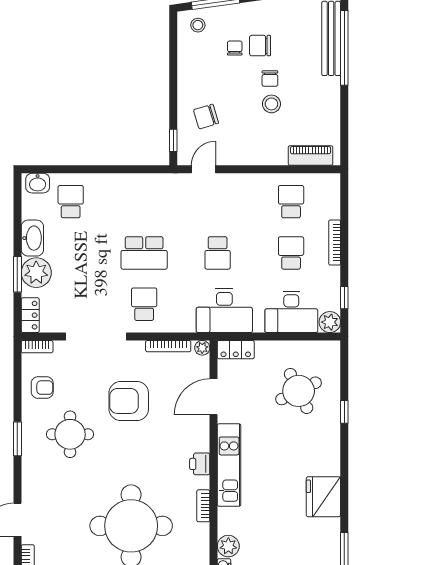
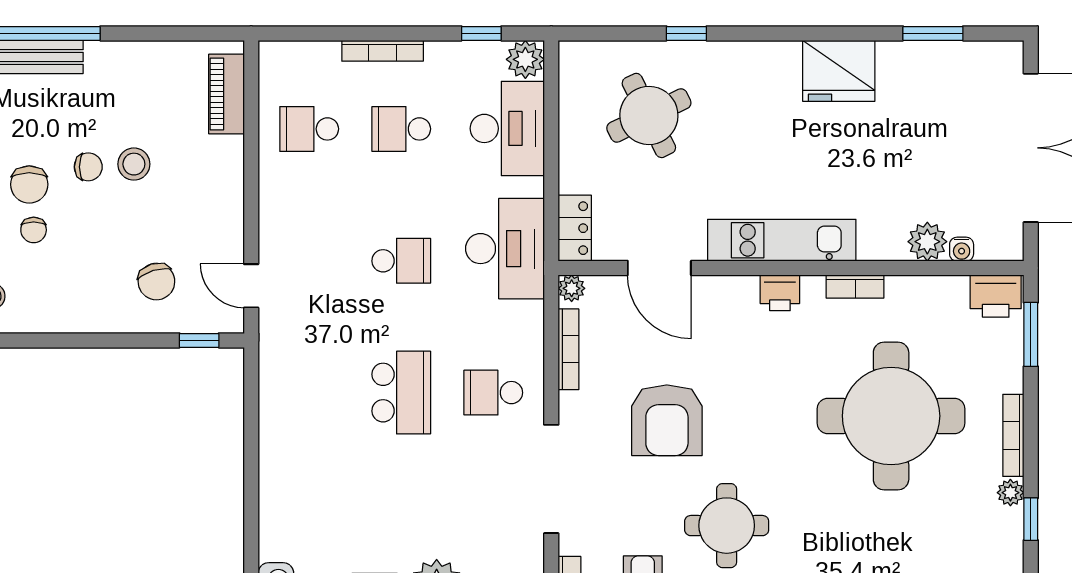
chair: (235, 48) -> (34, 230), turned -90
school desk: (71, 202) -> (309, 524), removed

